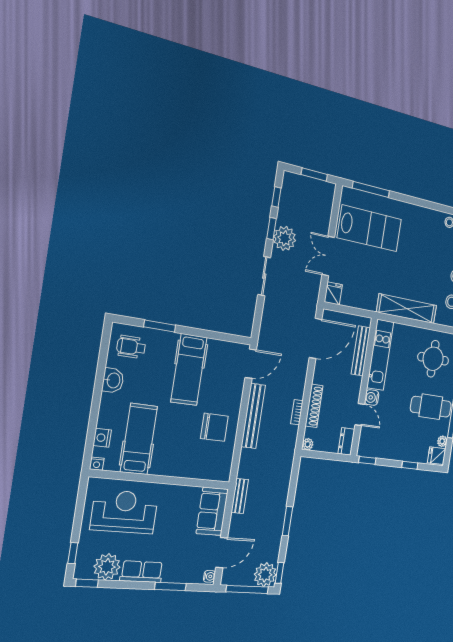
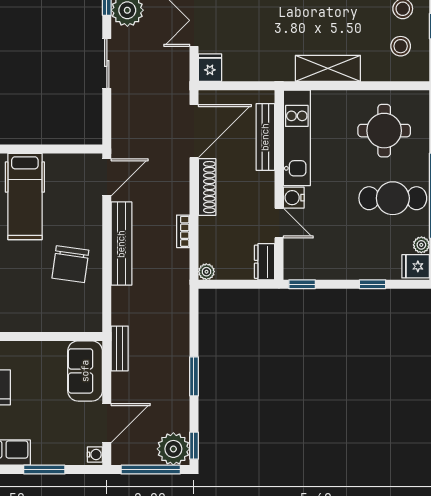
shelving: (407, 309) -> (328, 68), width x0.68
shoe rack: (314, 406) -> (207, 187), moved
chair: (214, 427) -> (70, 264), turned 98

